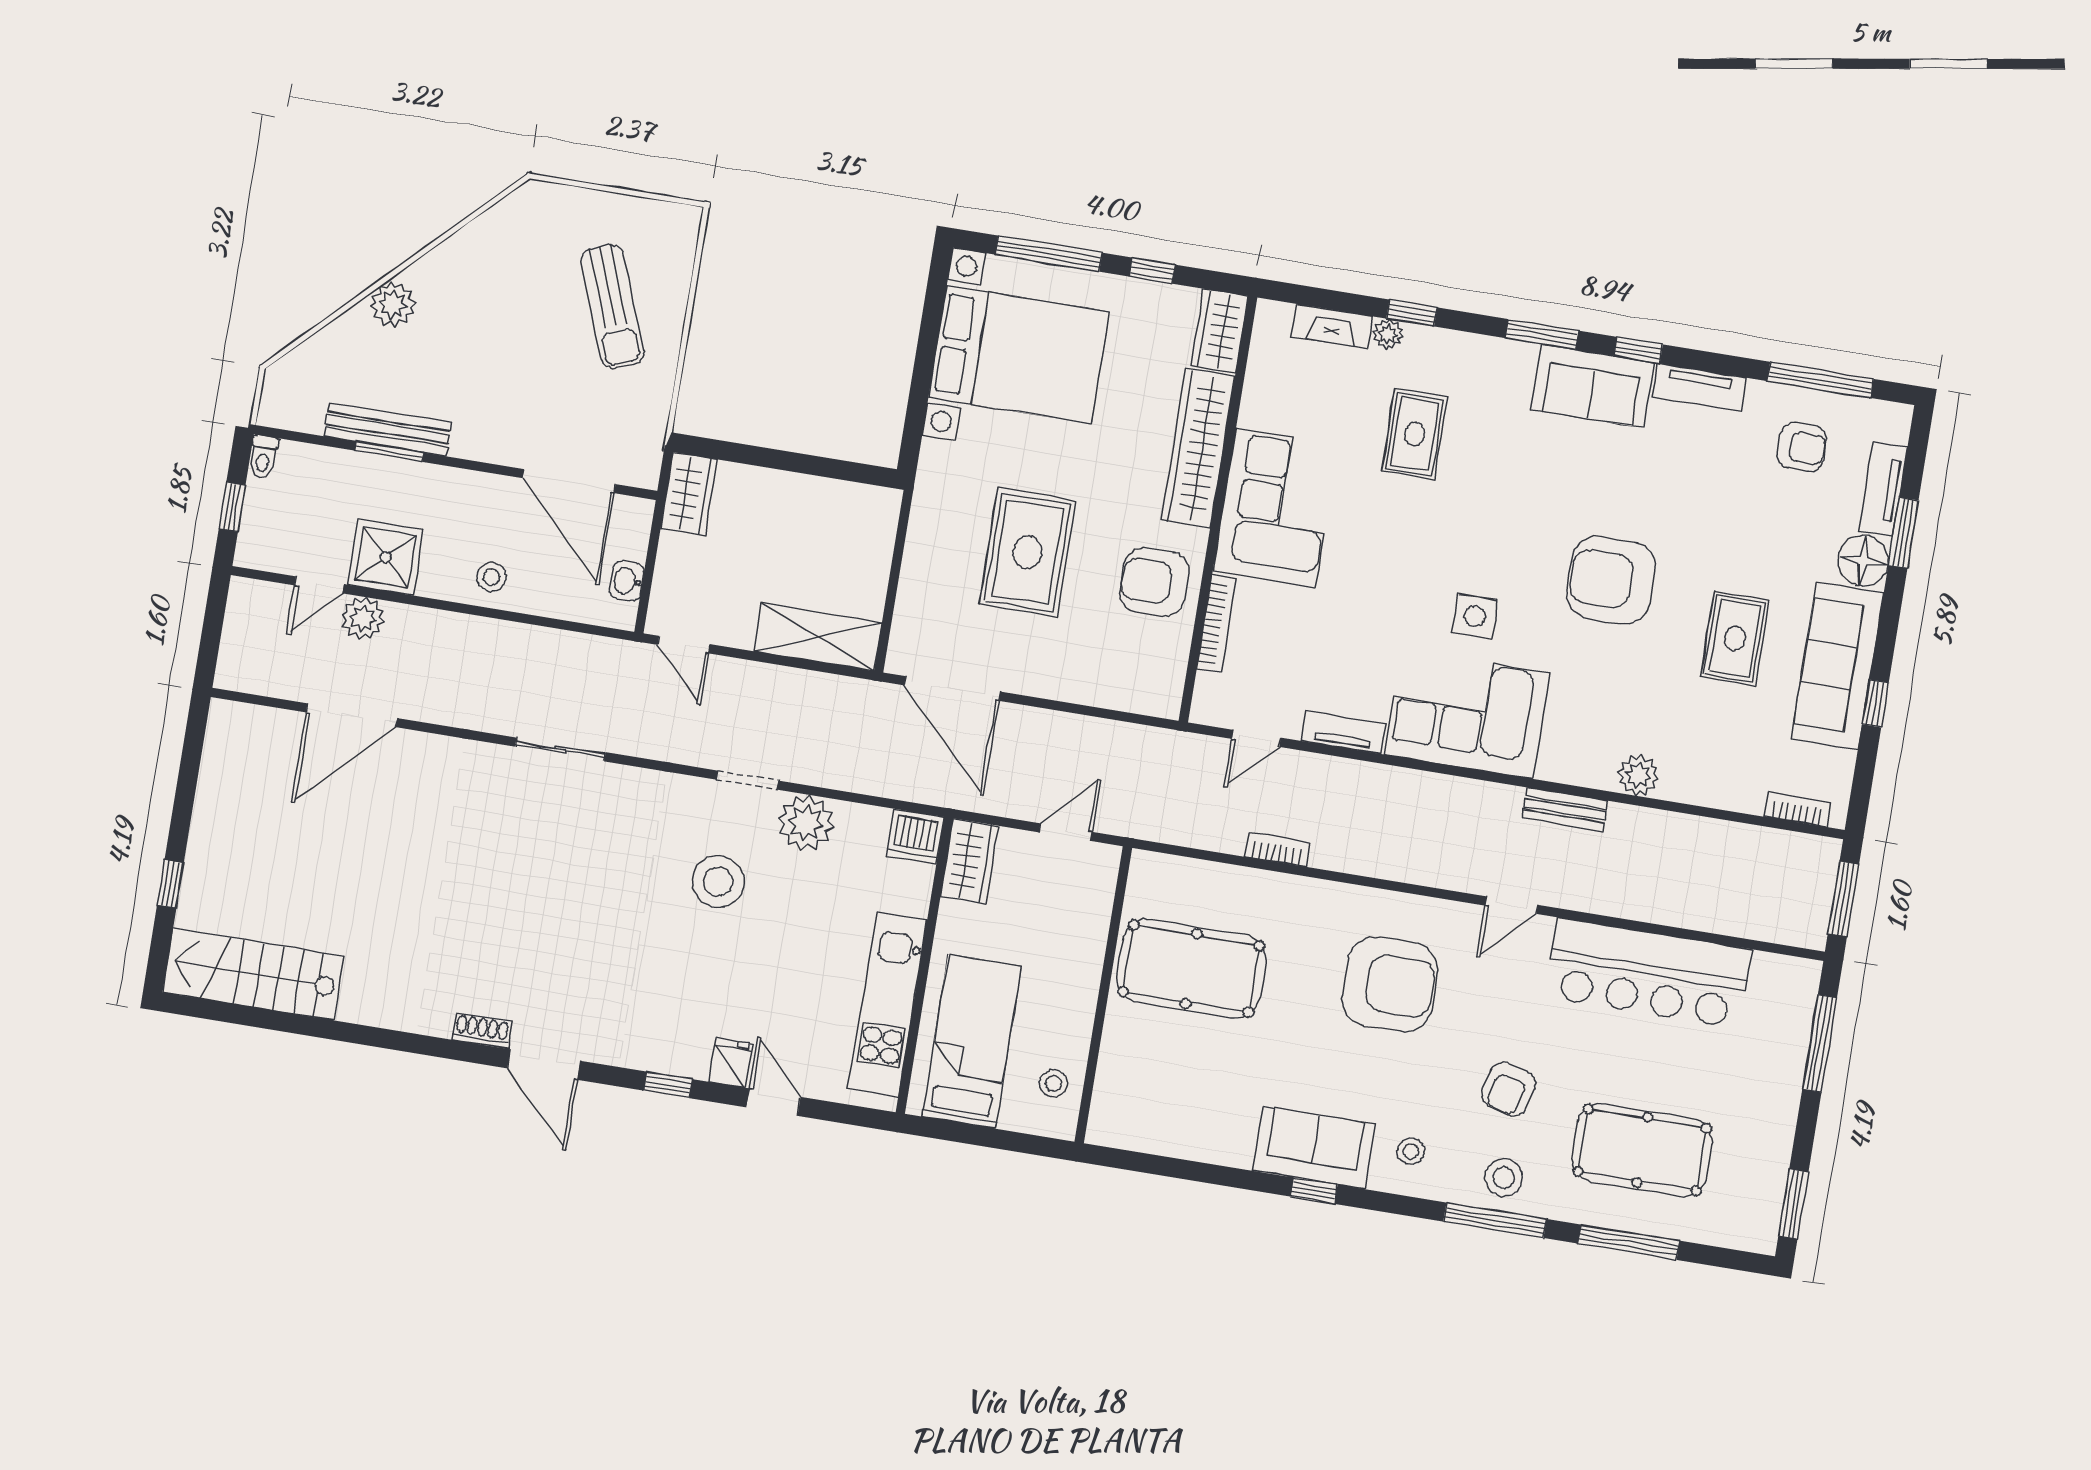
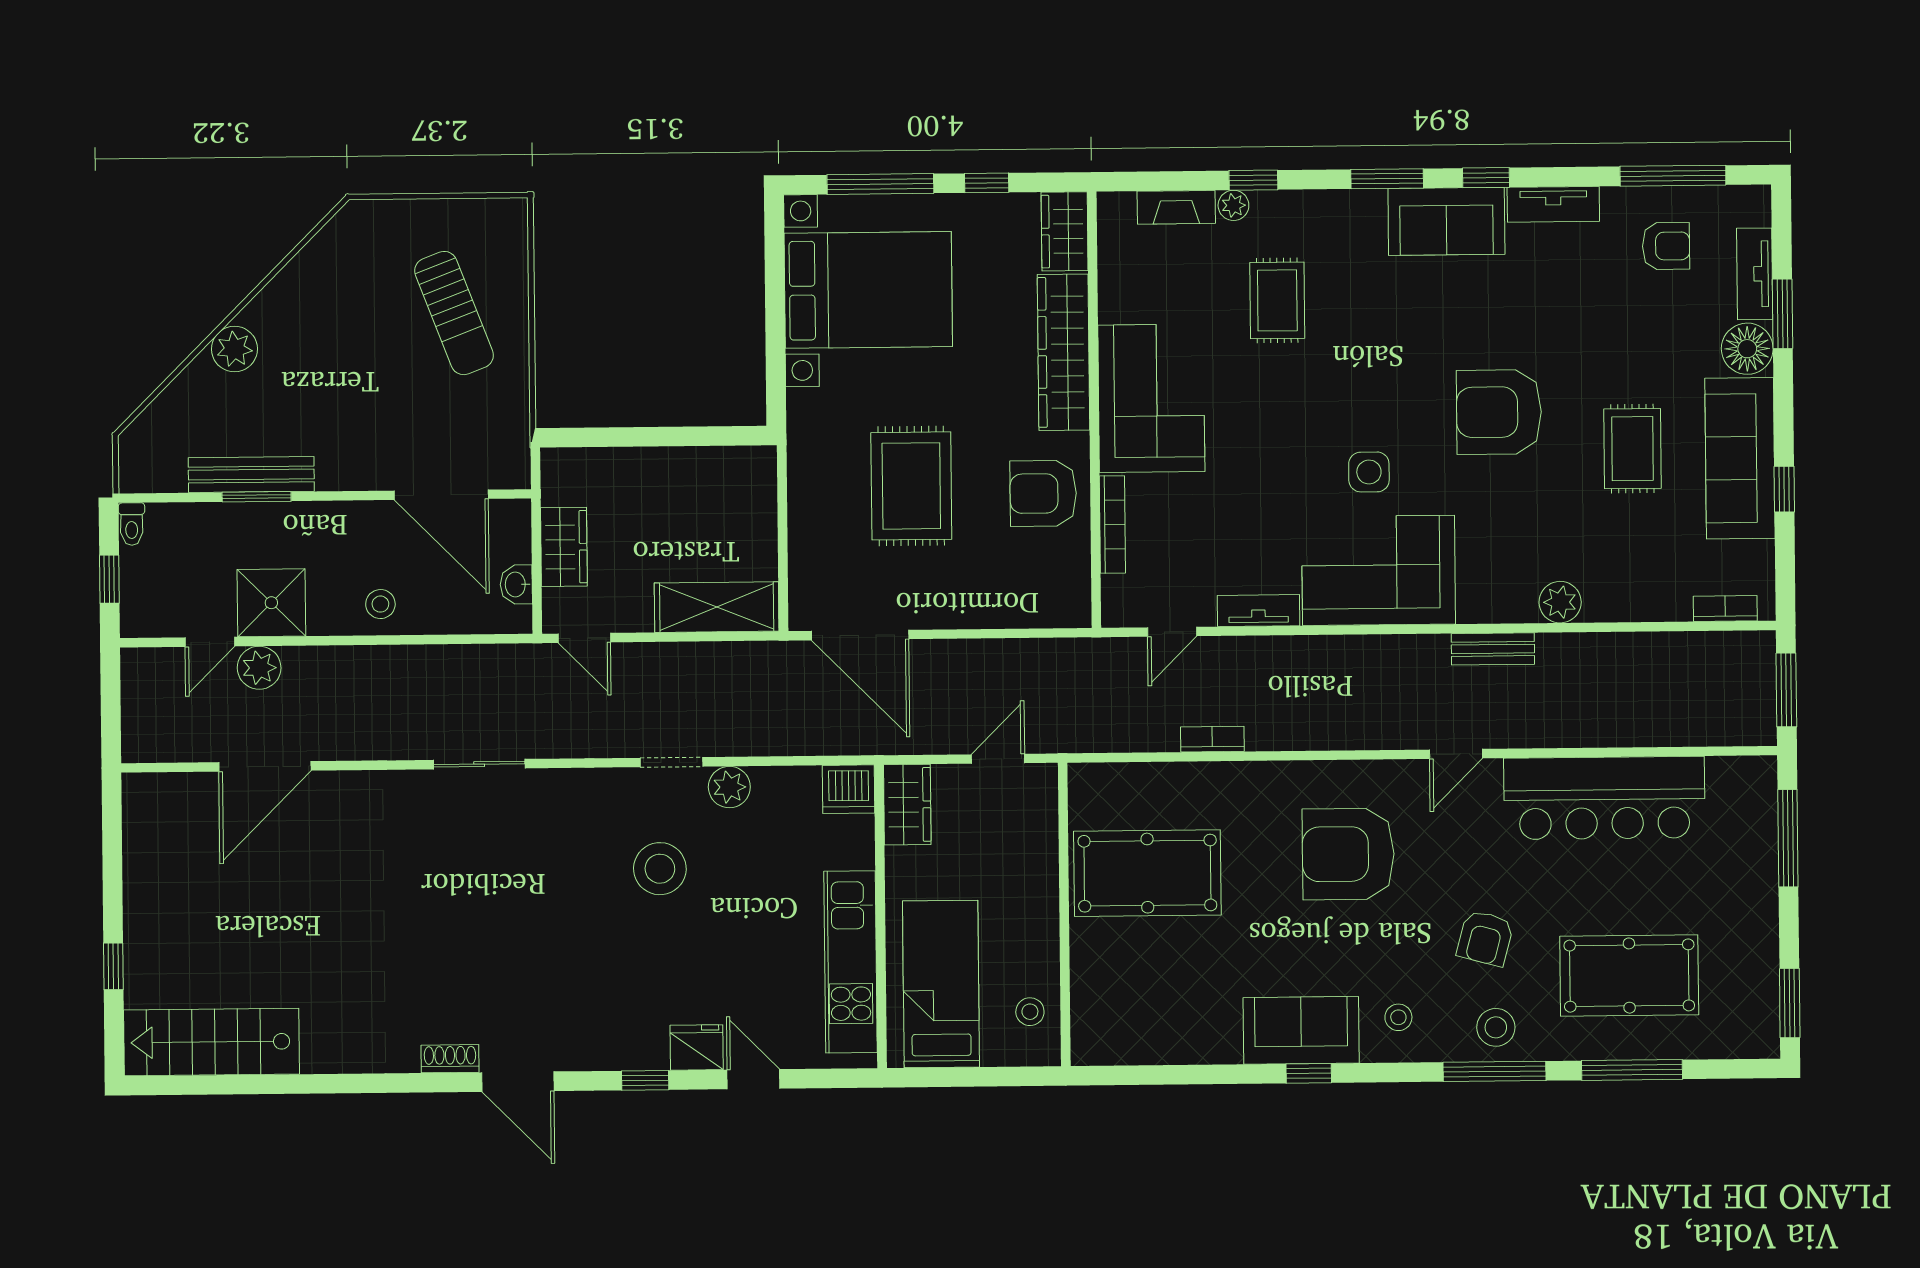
wardrobe: (689, 494) -> (564, 547), moved
plant: (806, 823) -> (729, 787), width x0.73, depth x0.73
armchair: (1390, 984) -> (1348, 854), turned 180
fridge: (731, 1063) -> (697, 1047), width x1.38

